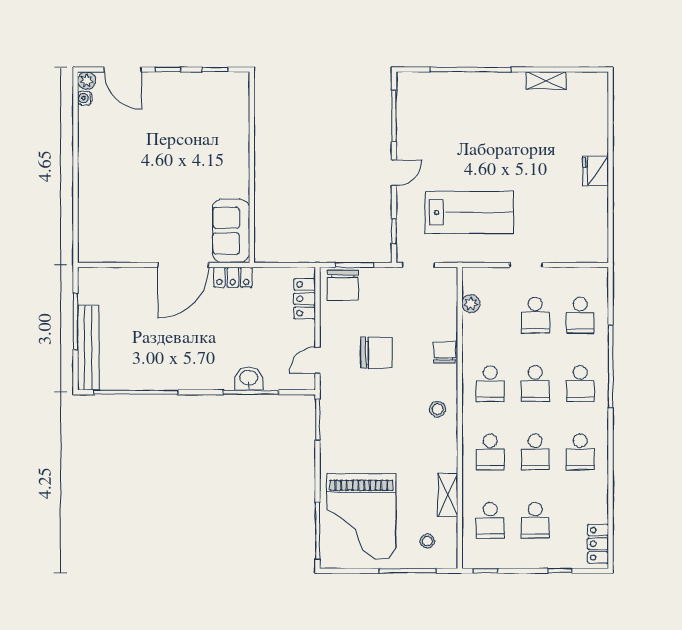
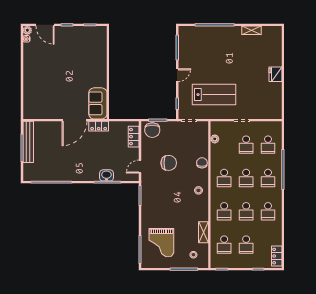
bench: (88, 348) -> (28, 142), moved
grand piano: (361, 516) -> (161, 243), width x0.73, depth x0.68

